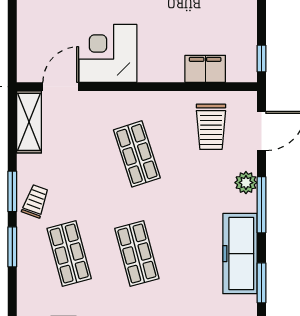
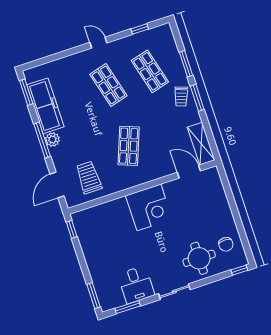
corner desk: (108, 53) -> (149, 207), moved
filing cabinet: (205, 69) -> (104, 212), removed
door: (61, 87) -> (189, 172), swing flipped
shop shelf: (137, 154) -> (129, 146), turned 39
plant: (246, 183) -> (52, 139), moved

